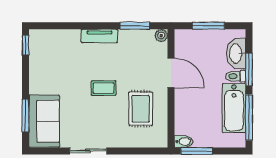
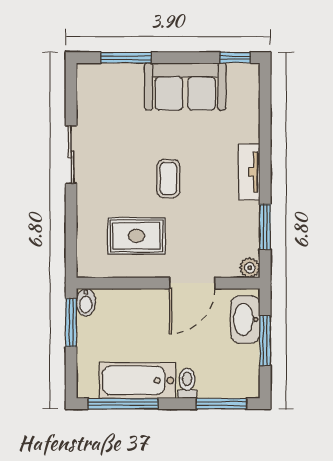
washbasin: (236, 53) -> (245, 319), moved, turned -90
window: (249, 70) -> (221, 404), moved
sofa: (44, 121) -> (185, 86), moved

